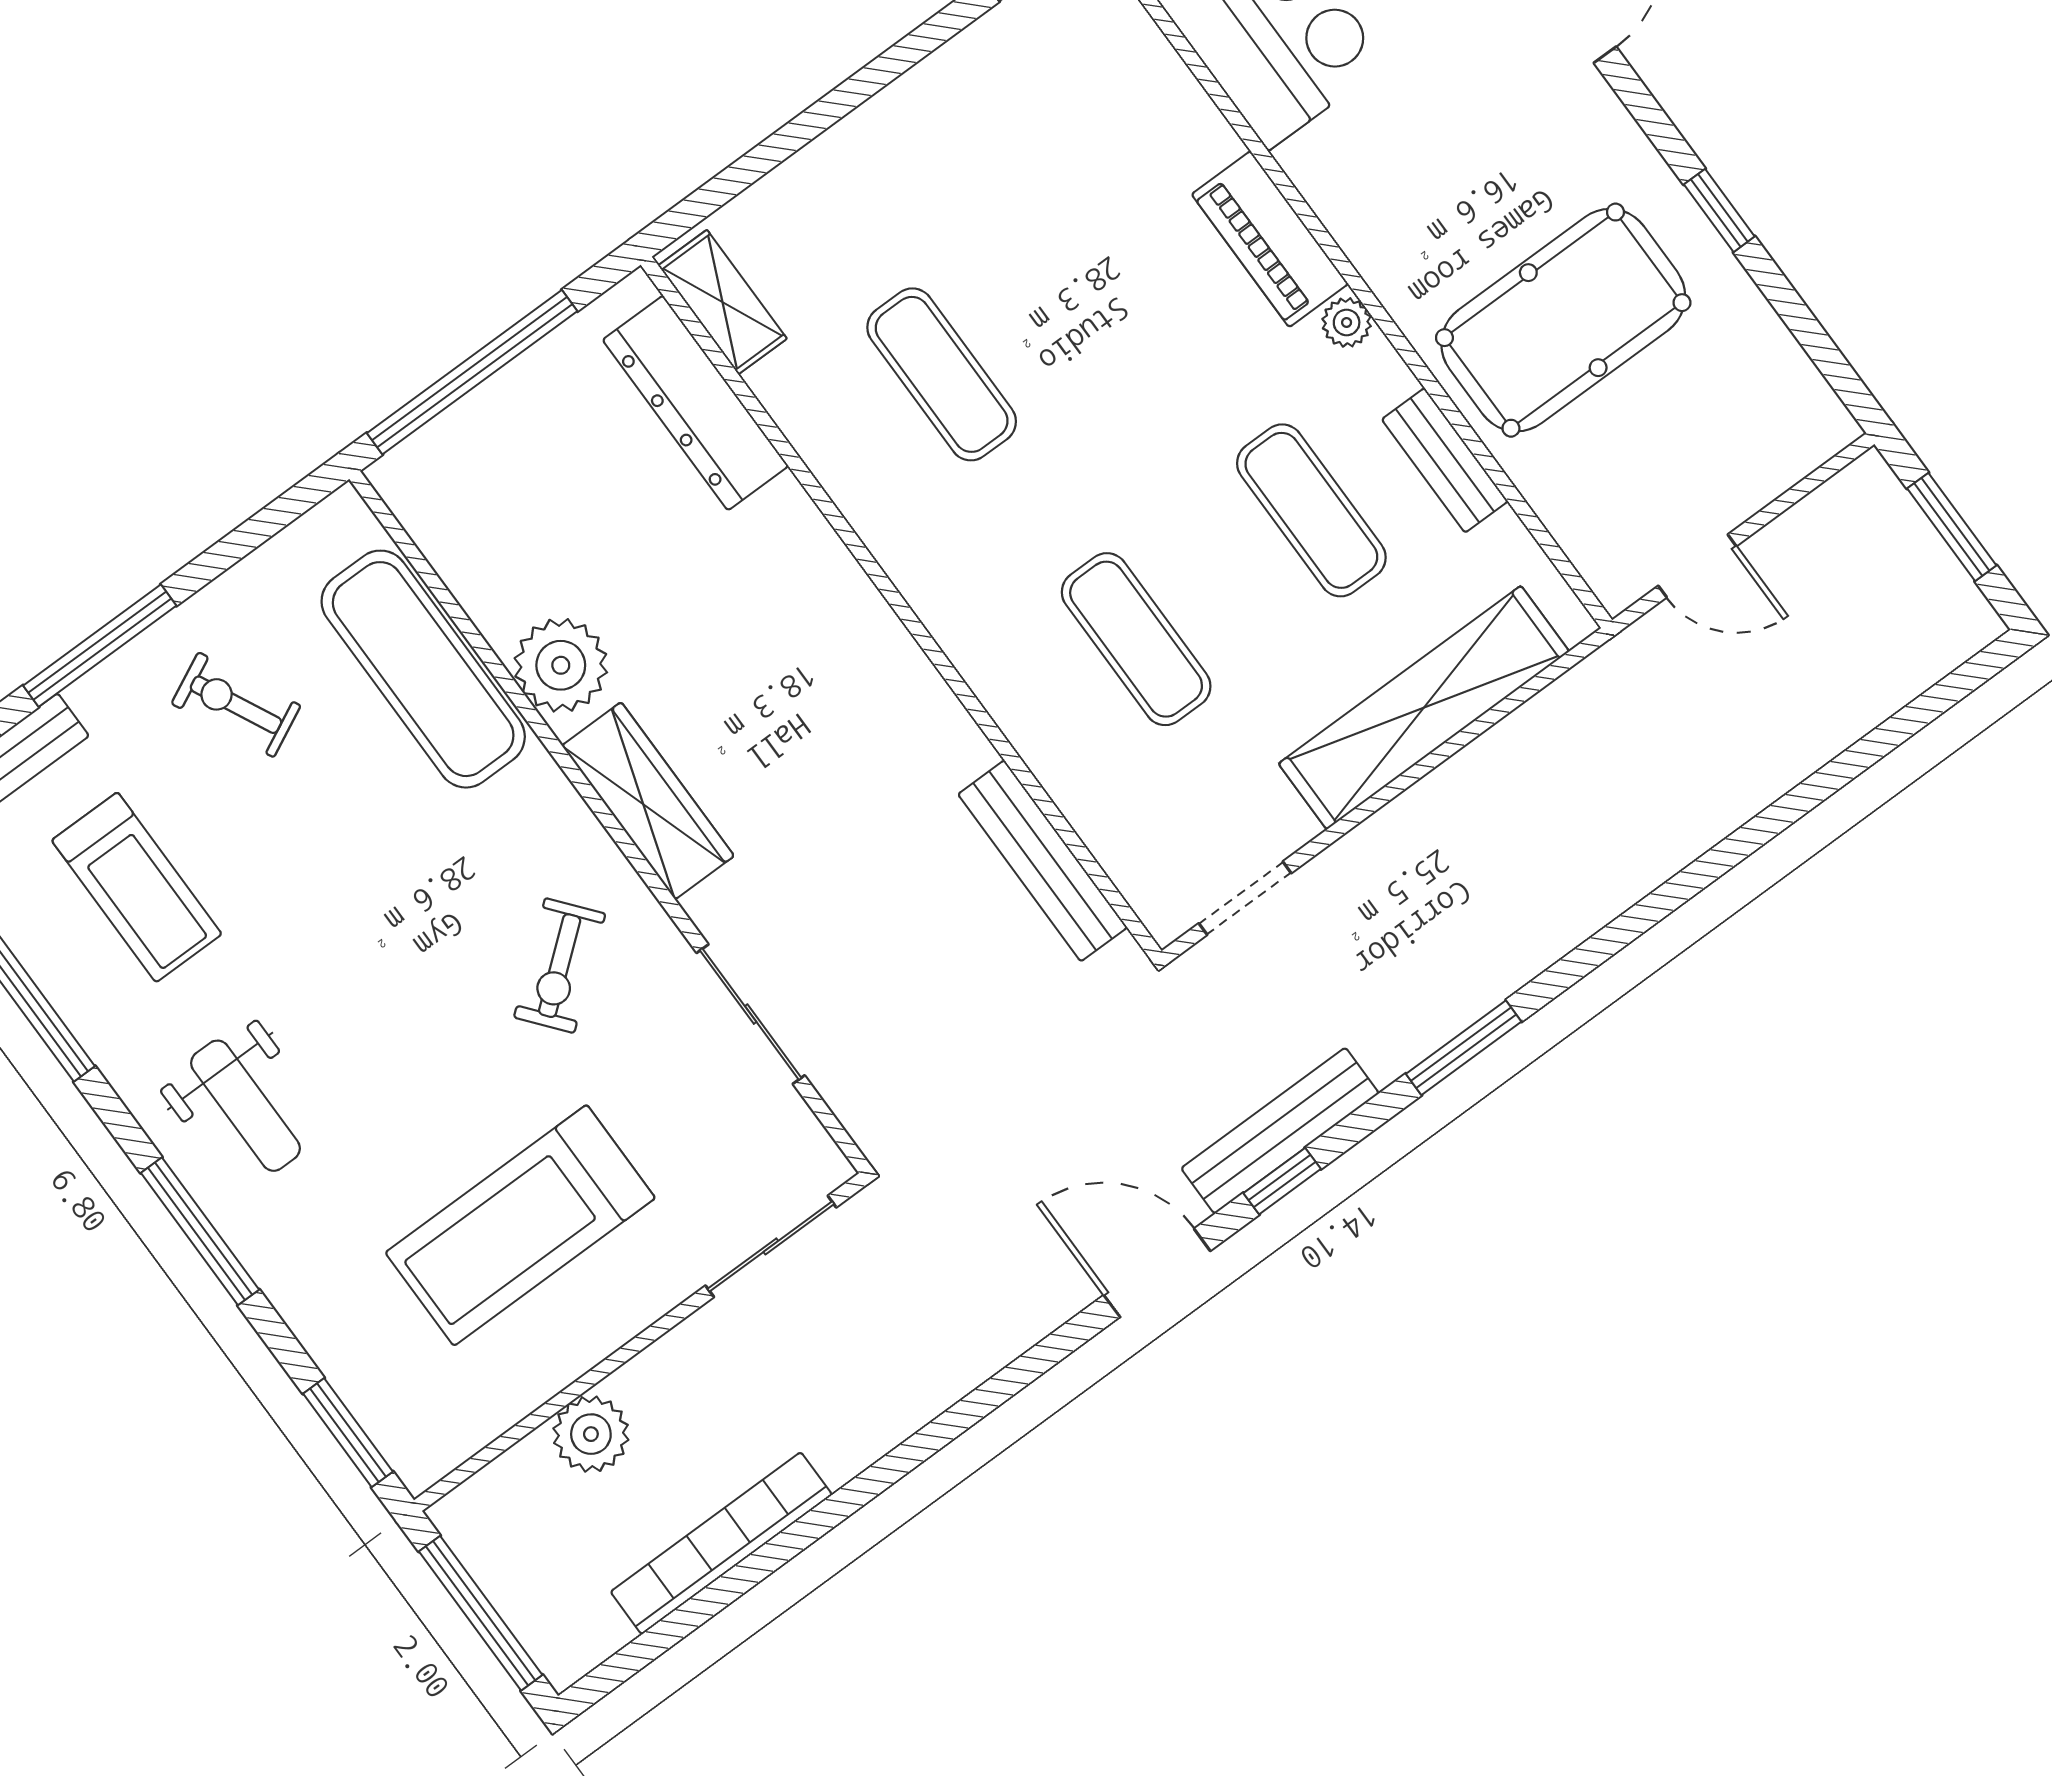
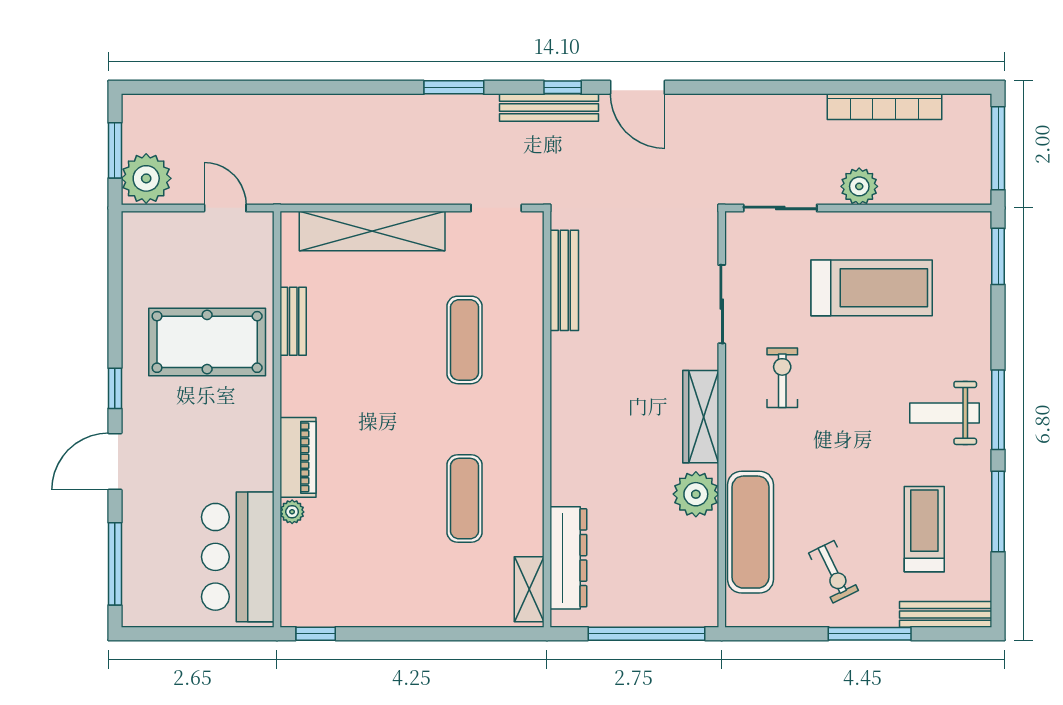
window: (1719, 210) -> (115, 388), moved
plant: (1347, 322) -> (292, 512), moved
exercise mat: (1311, 510) -> (359, 340), removed
plant: (1865, 518) -> (146, 178), added
exercise bike: (560, 966) -> (782, 378), turned -51
weight bench: (245, 1106) -> (944, 413), turned -90
window: (200, 1231) -> (998, 410), moved
plant: (591, 1434) -> (859, 186), moved

